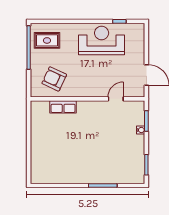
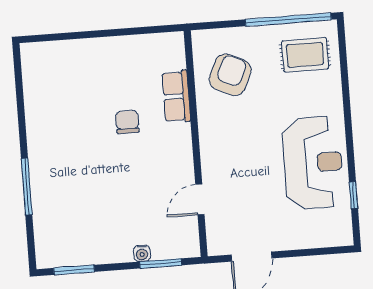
rug: (47, 40) -> (305, 55), turned 90
door: (116, 99) -> (200, 199), swing flipped
chair: (74, 132) -> (127, 122), added

